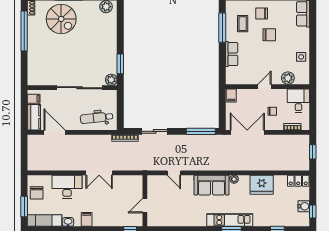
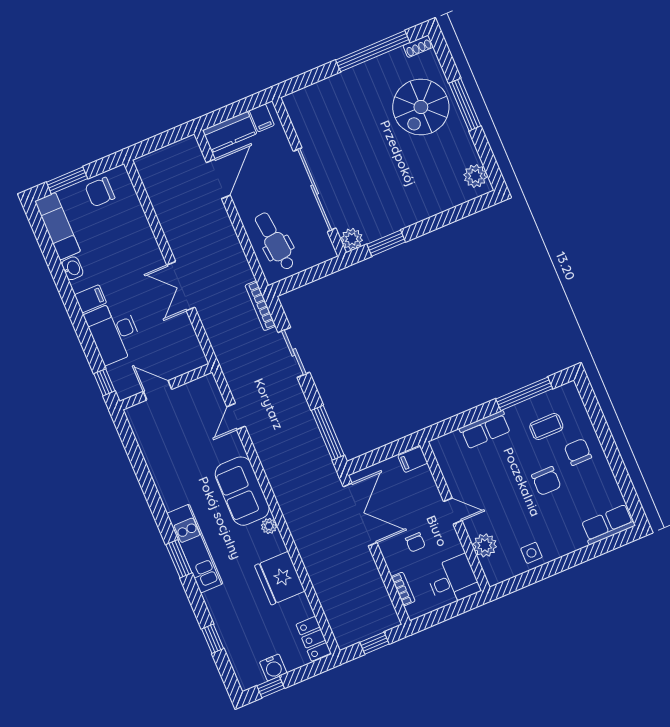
desk: (67, 187) -> (114, 332), moved, turned 180

